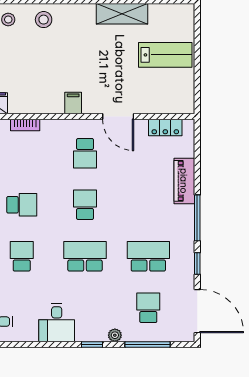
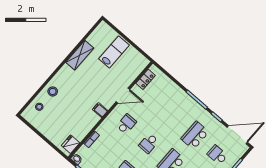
school desk: (85, 153) -> (126, 124), turned -90
piano: (184, 181) -> (176, 91), removed
school desk: (85, 205) -> (149, 143), turned -90

